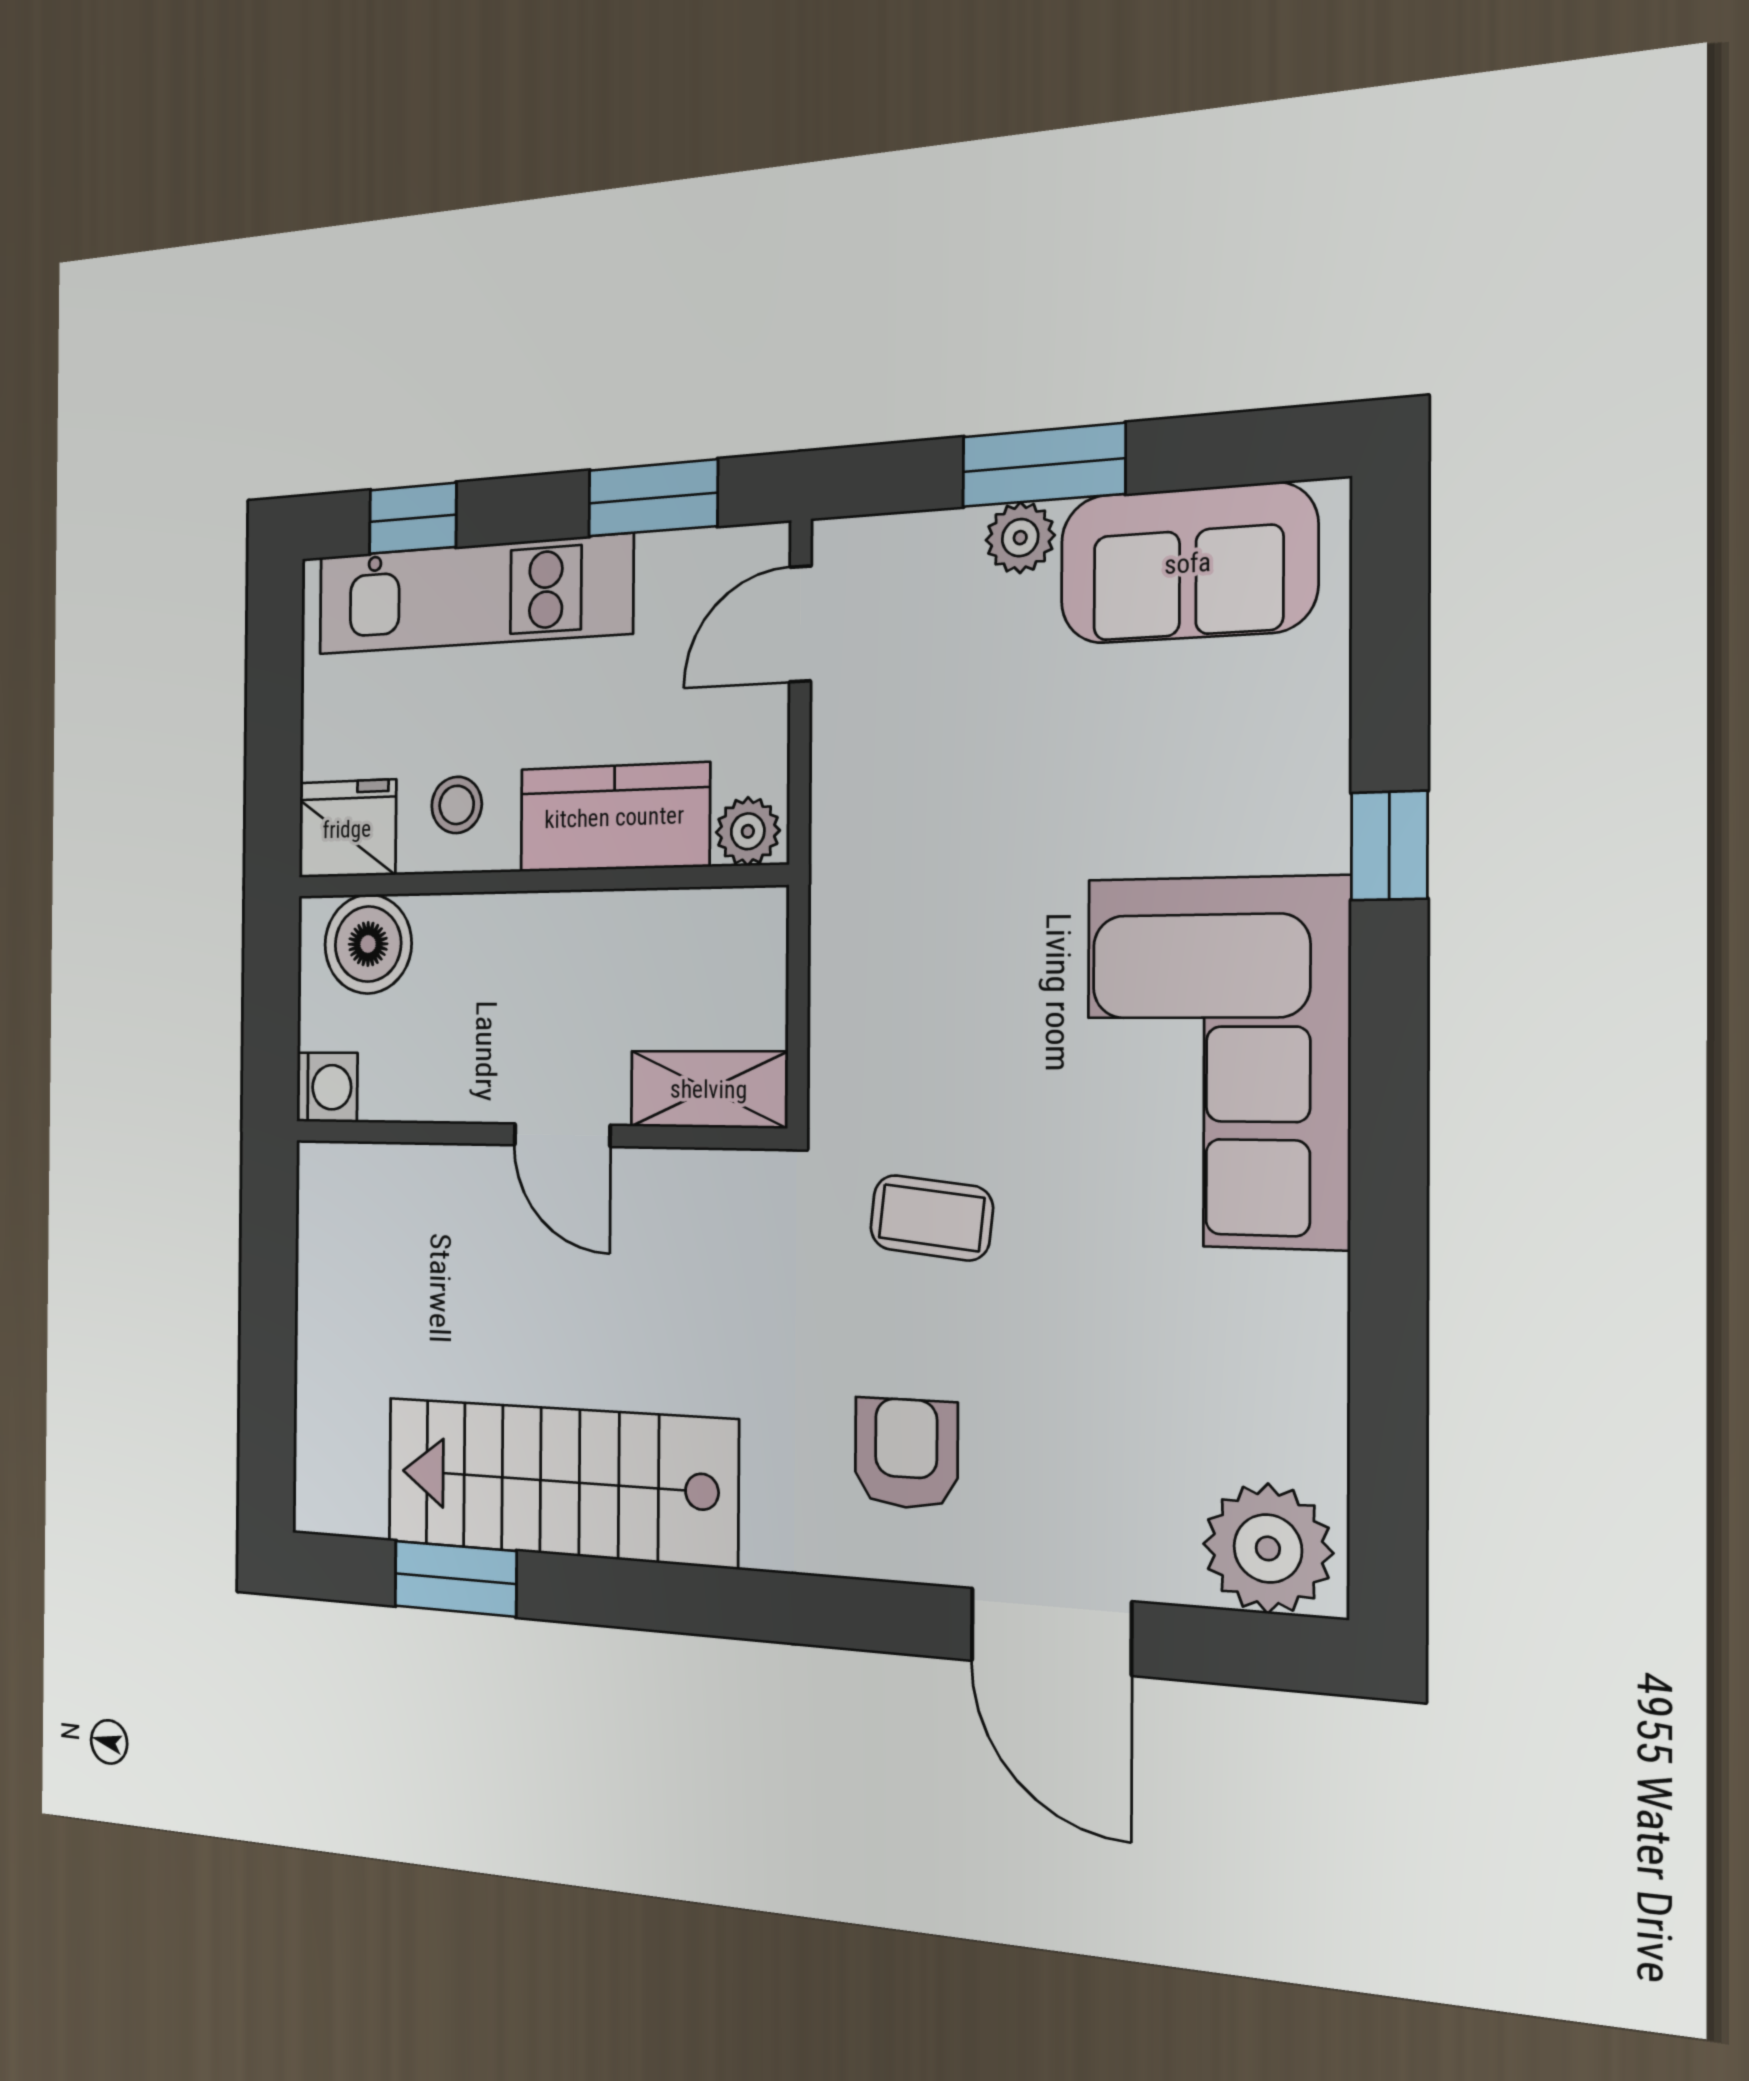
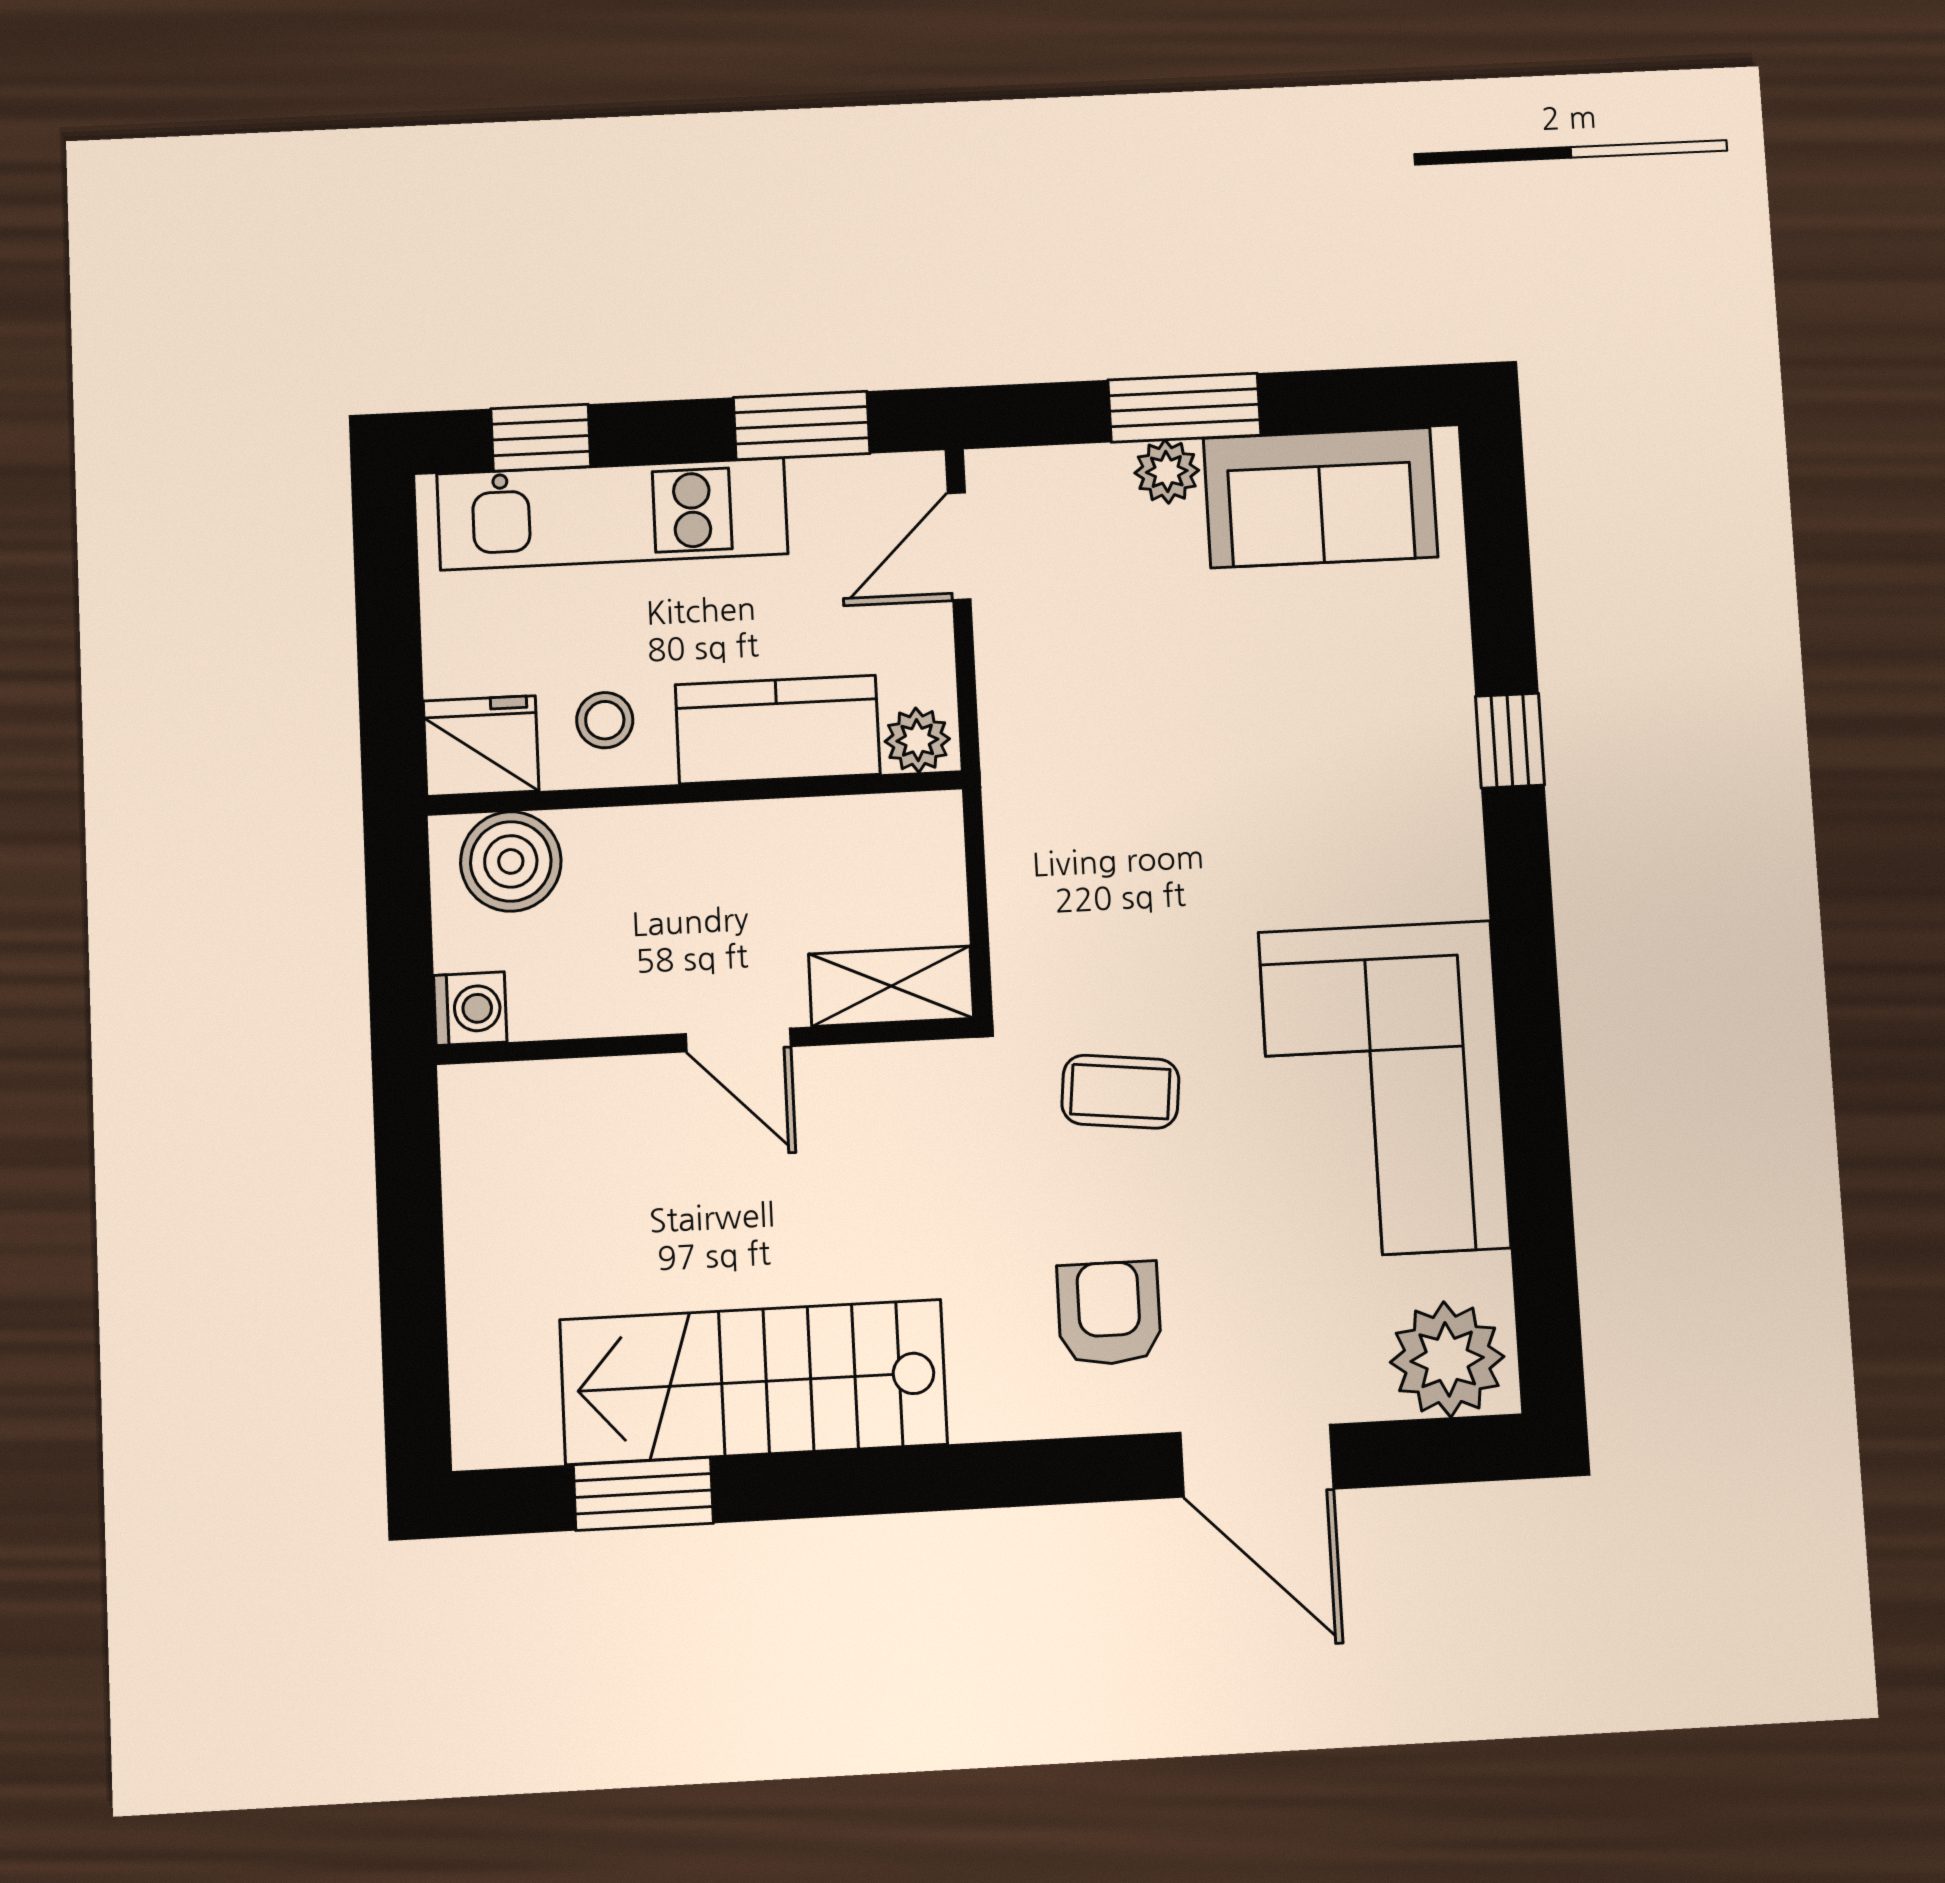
corner sofa: (1217, 1062) -> (1384, 1090), moved

